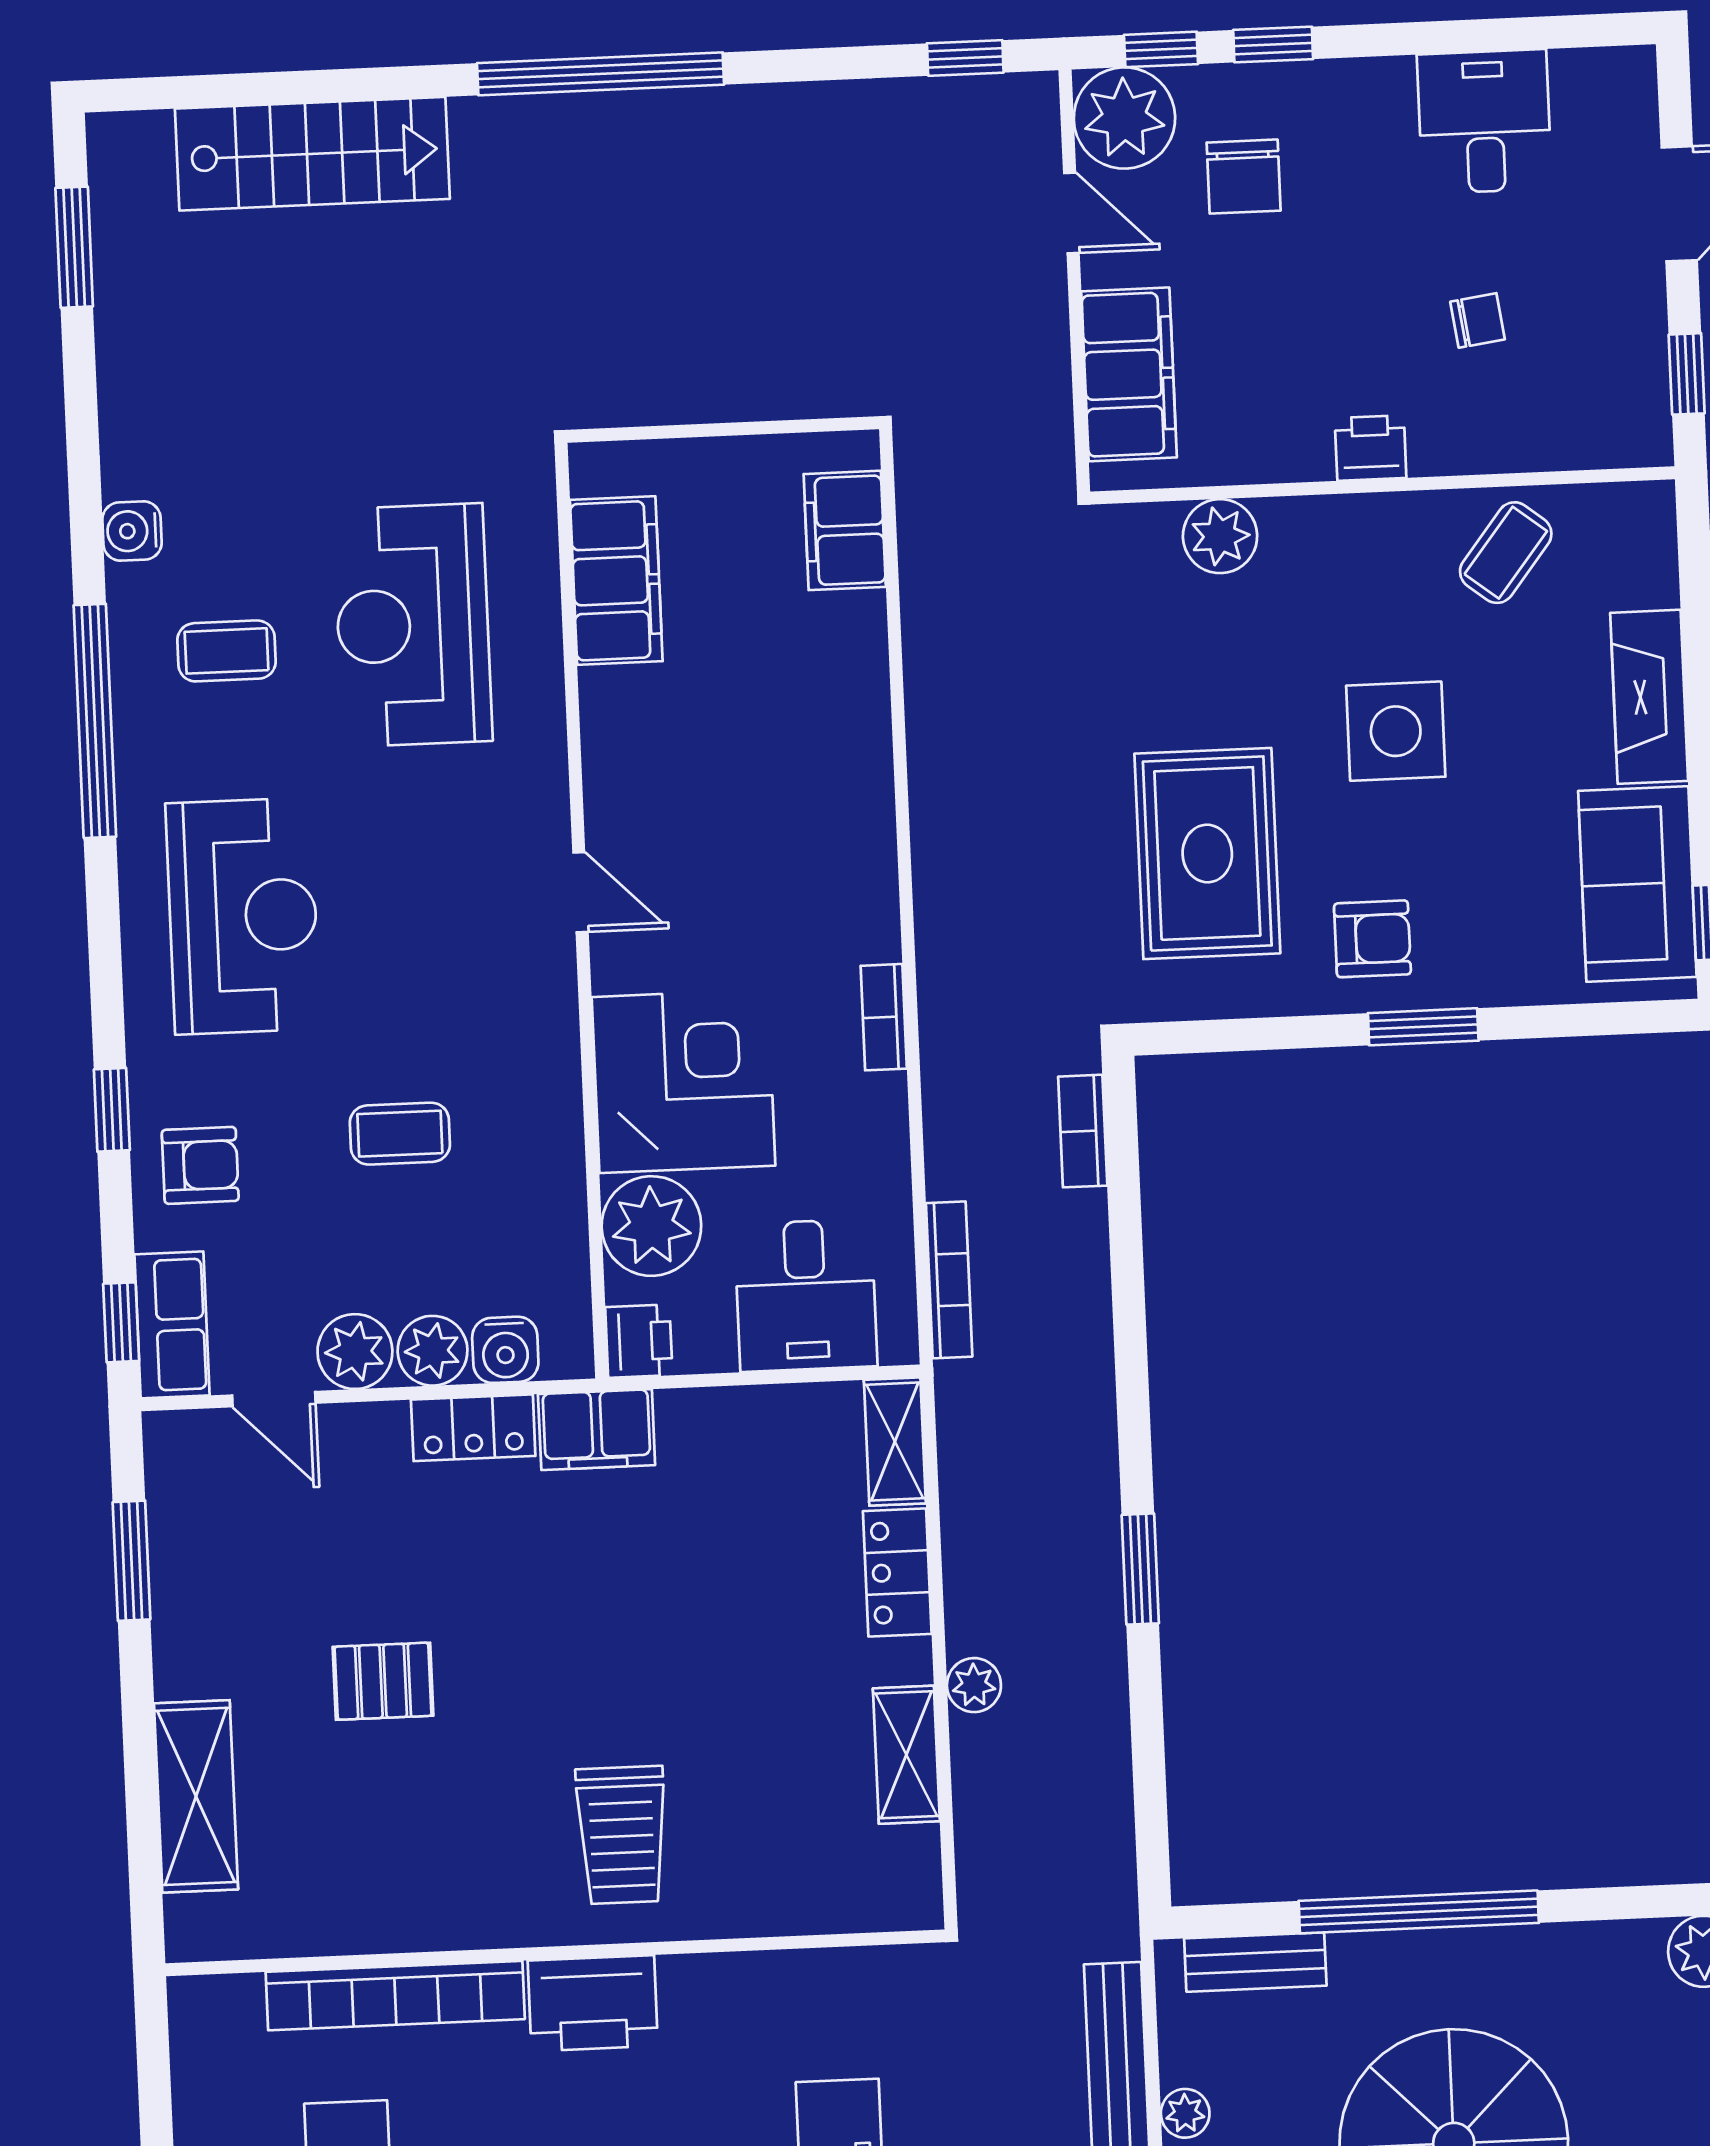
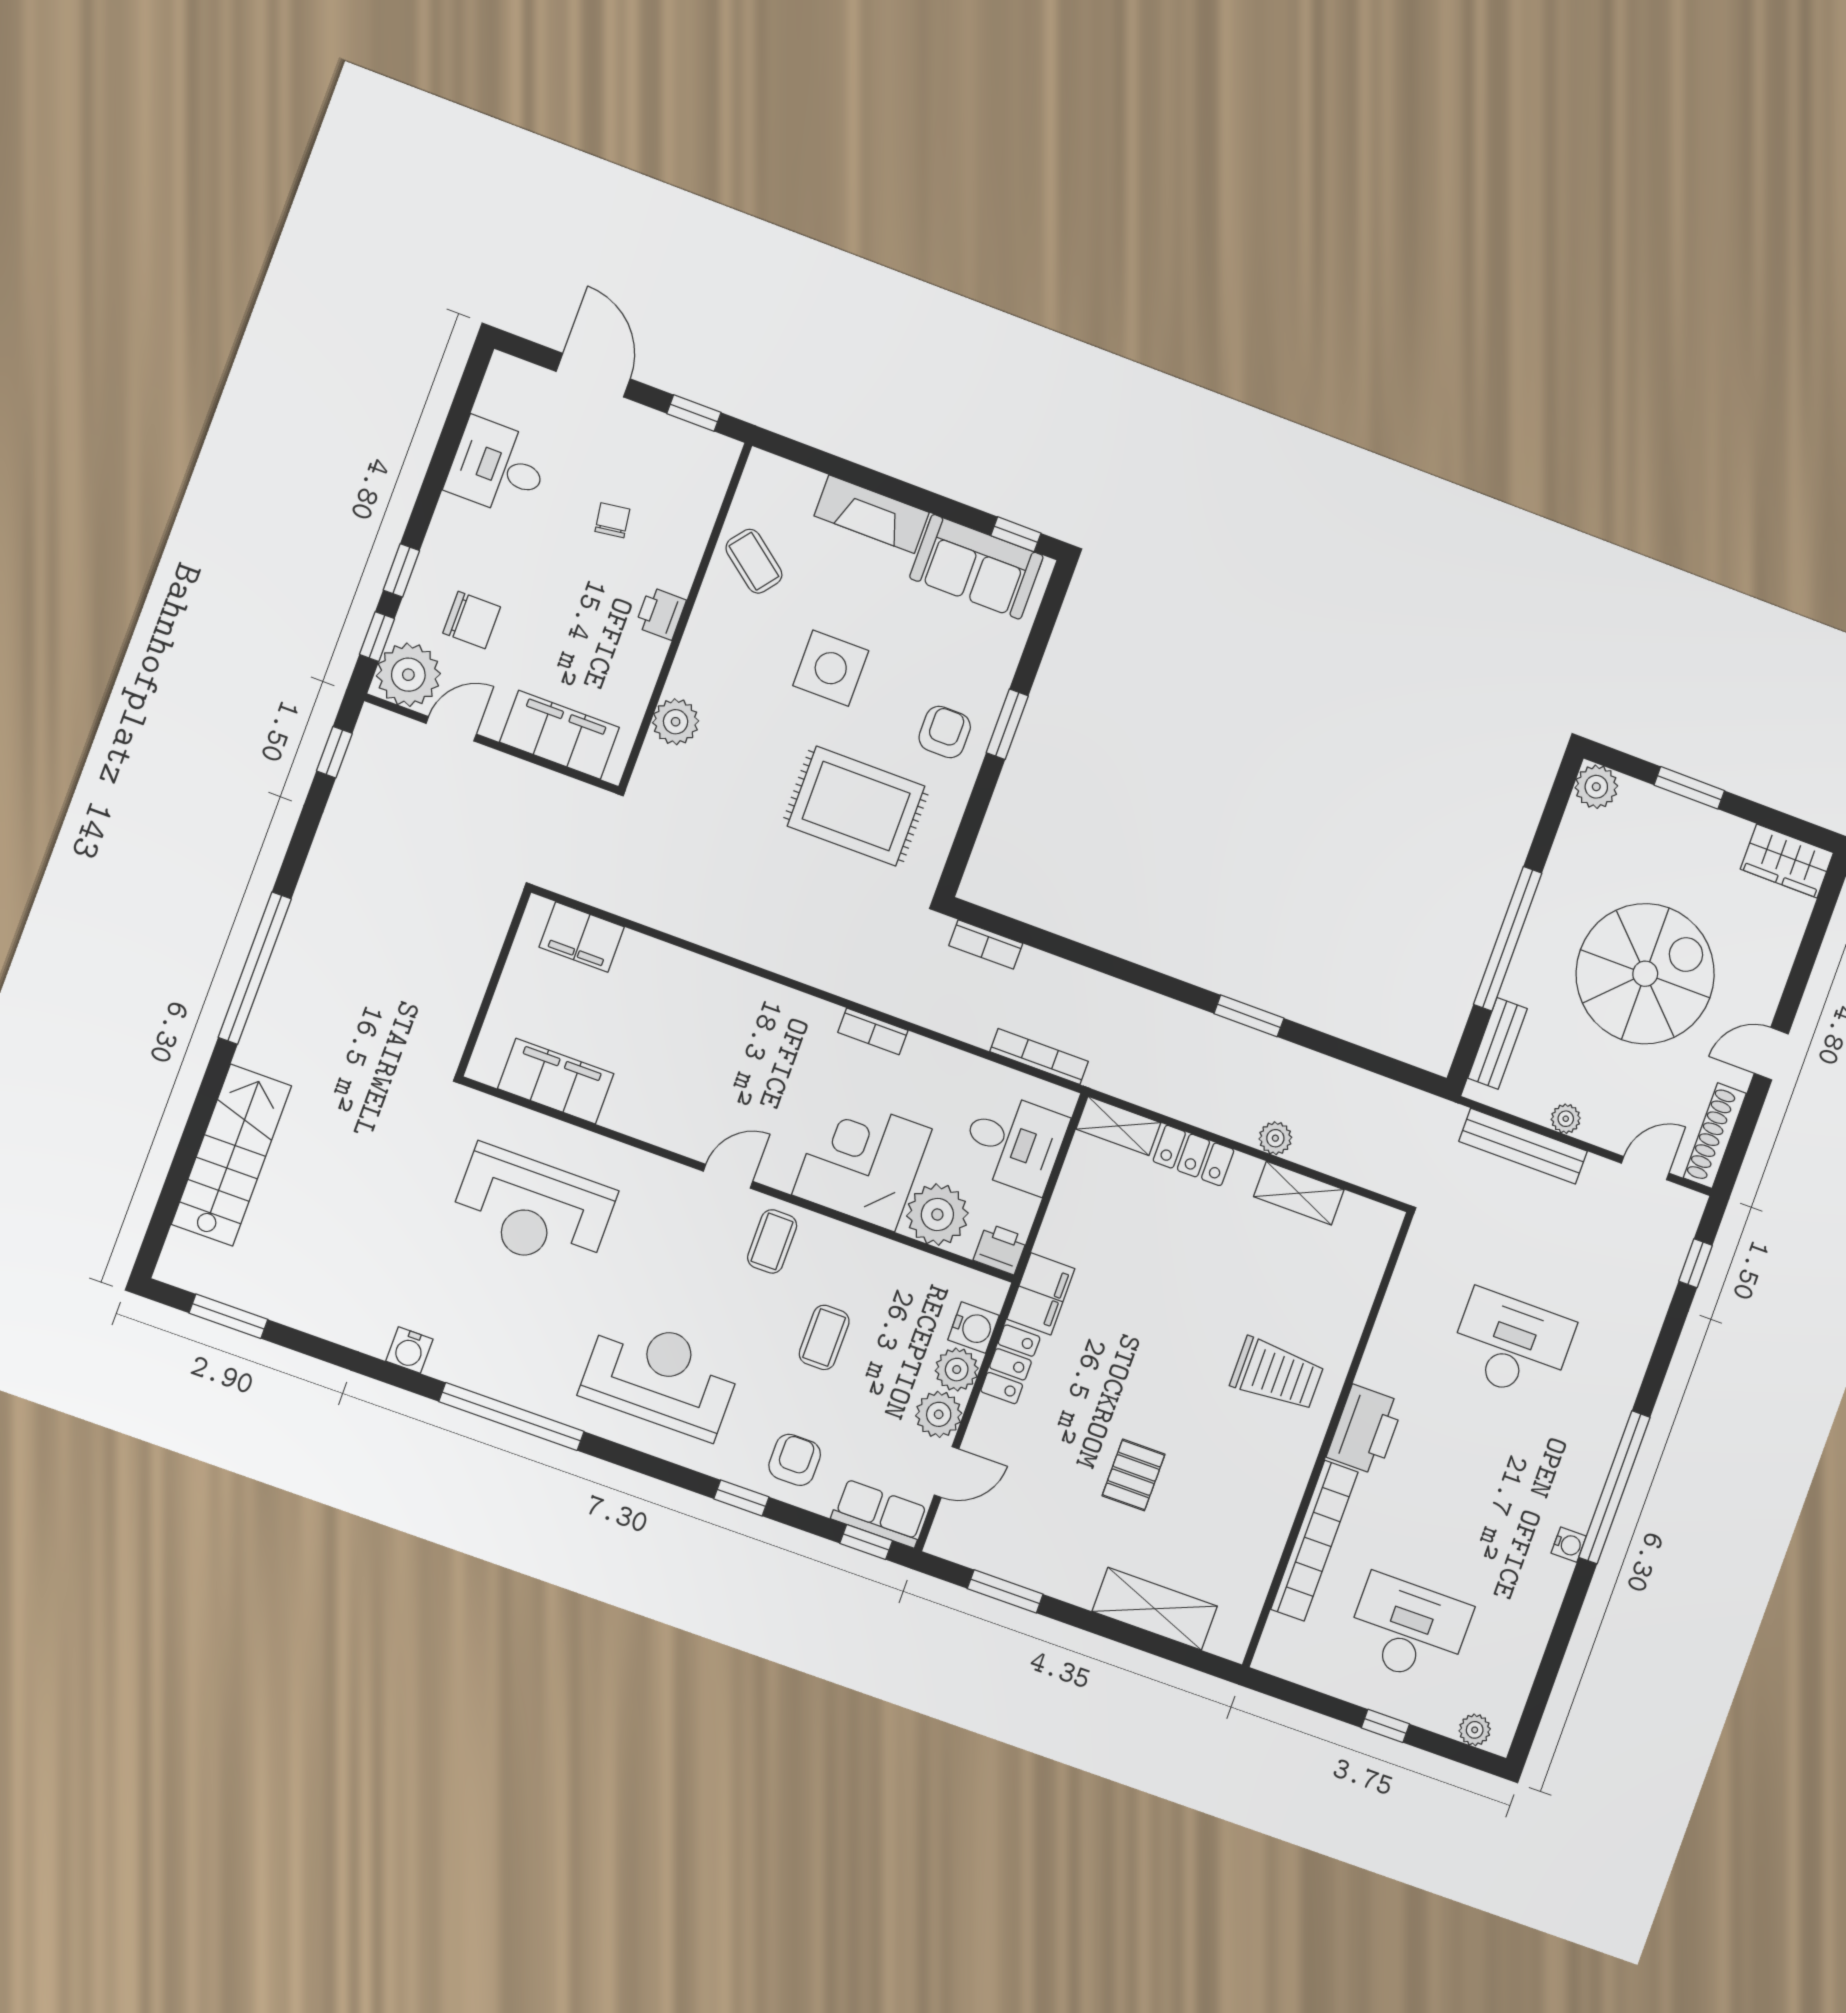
coffee table: (227, 651) -> (772, 1241), moved

